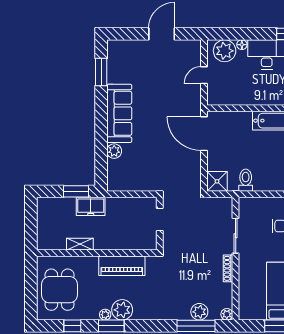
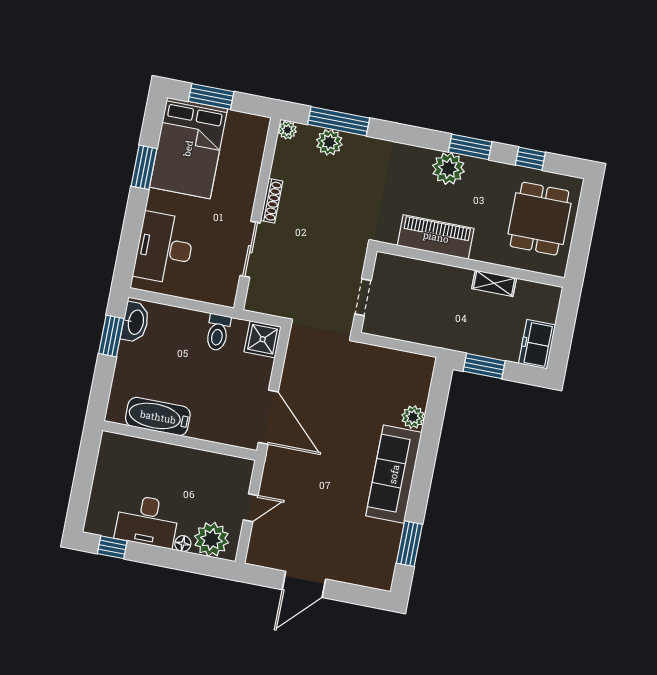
freezer: (91, 206) -> (537, 344), moved, turned -90
plant: (105, 315) -> (476, 166), removed

